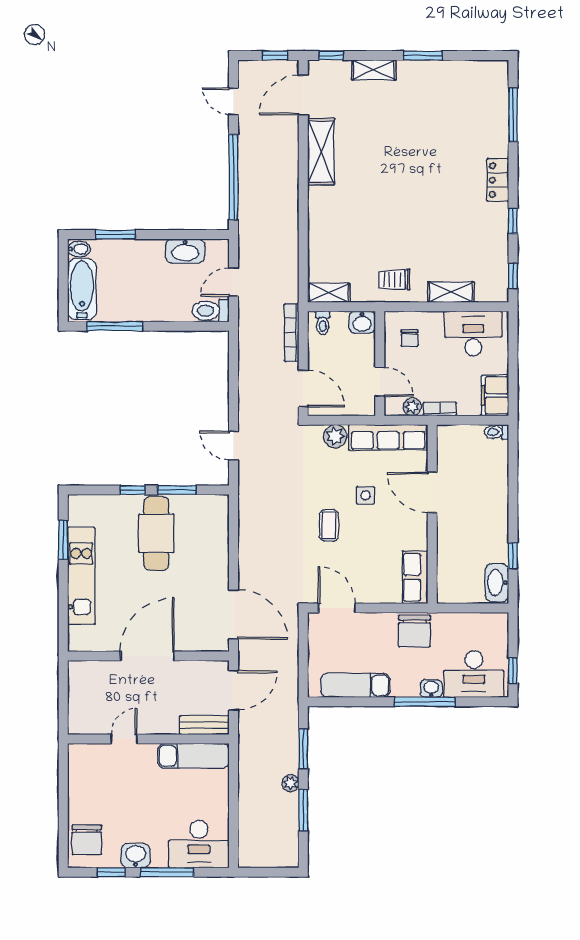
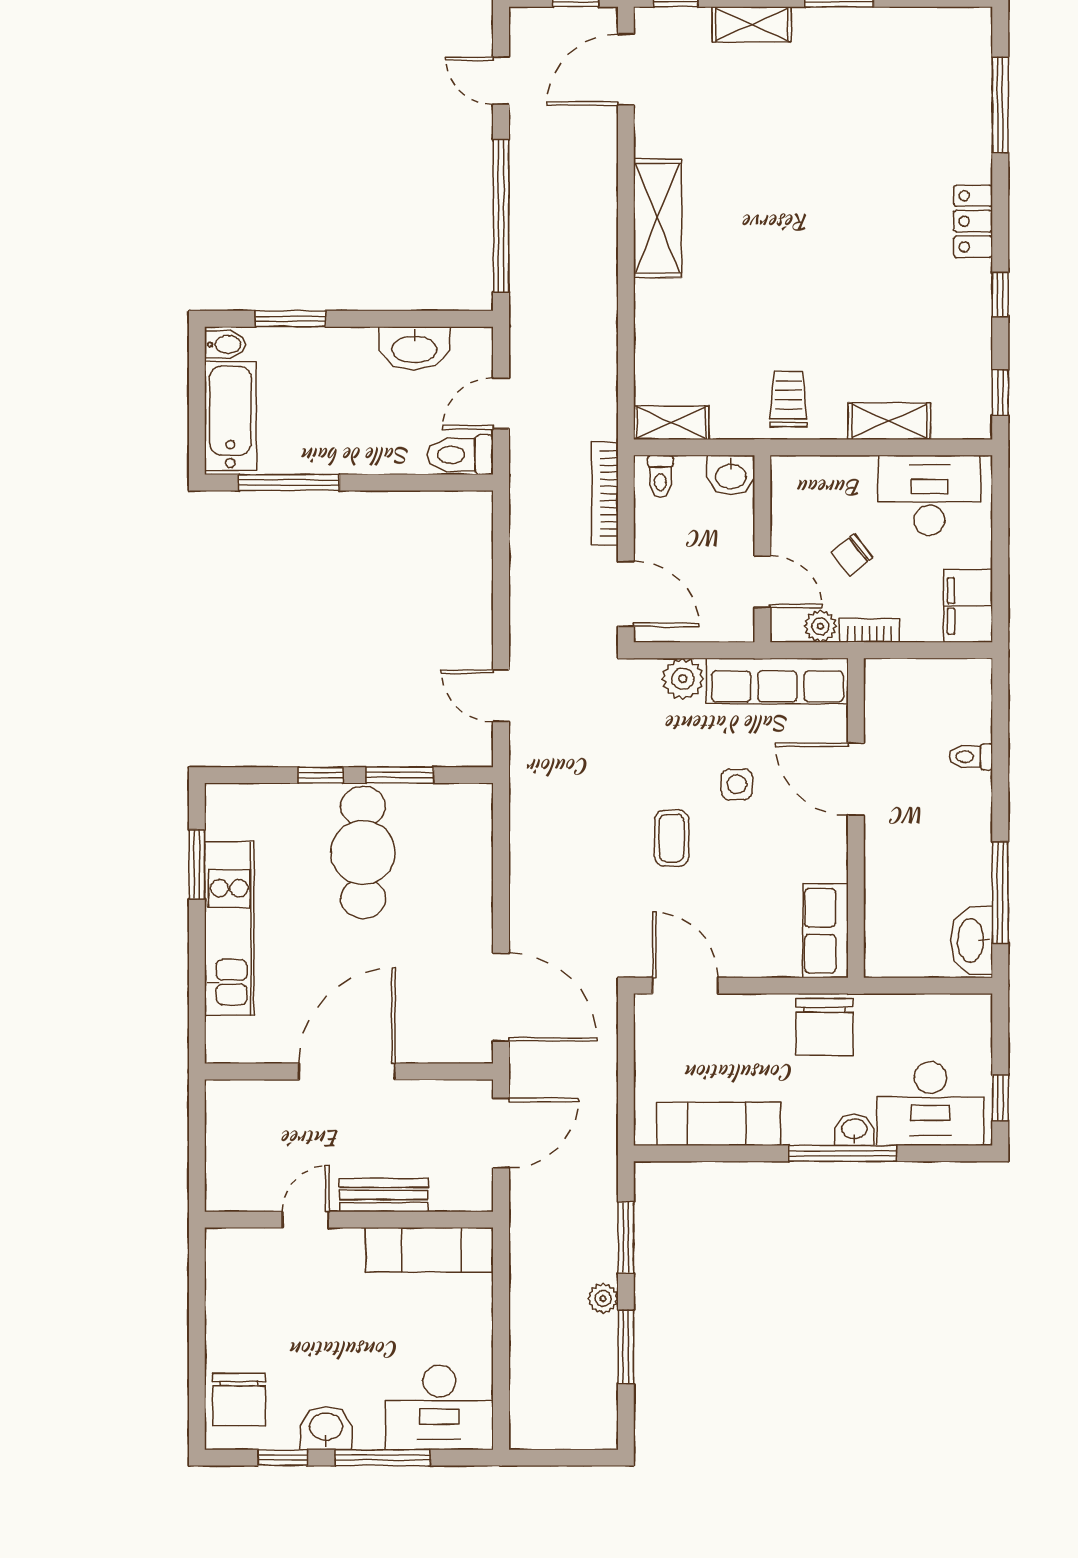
shelving: (321, 152) -> (657, 218), moved
trolley: (394, 280) -> (788, 399), turned 90
chair: (410, 338) -> (852, 555), moved, turned 51
toilet: (496, 432) -> (971, 757), moved
window: (513, 556) -> (1000, 893), width x2.17
bench: (204, 725) -> (384, 1195), moved

